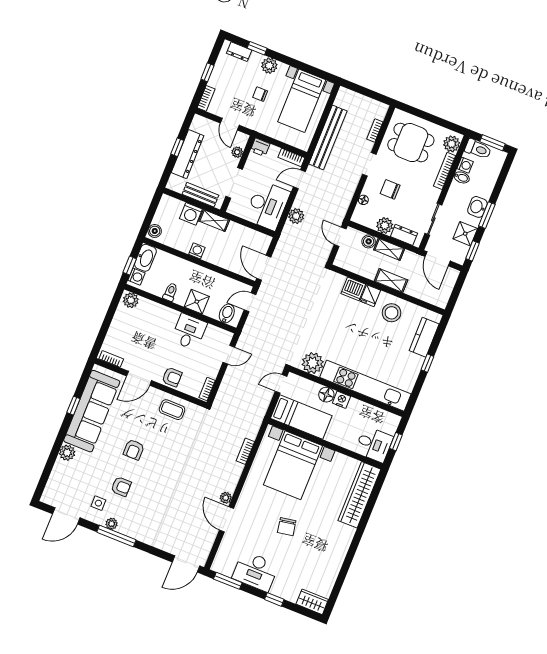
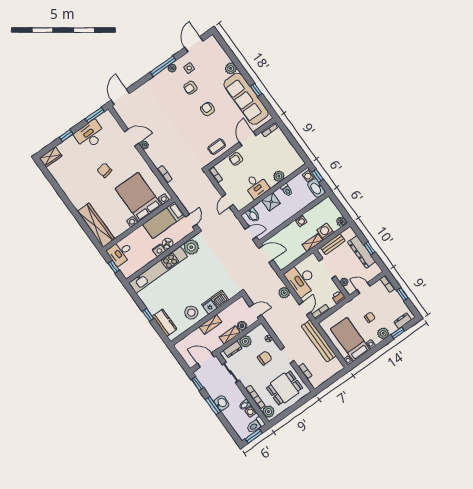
boiler: (155, 231) -> (342, 222), moved
shower: (465, 234) -> (210, 386), removed
plant: (131, 300) -> (279, 176), moved
door: (250, 302) -> (251, 233), hinge flipped

